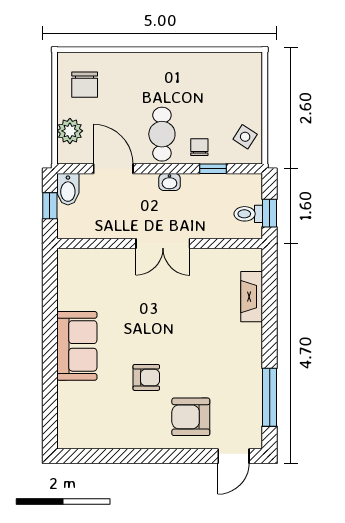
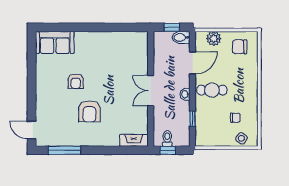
side table: (245, 137) -> (241, 138), moved
chair: (199, 147) -> (235, 118), moved
fireplace: (252, 297) -> (134, 140), moved
sofa: (77, 346) -> (55, 42), moved
armchair: (191, 417) -> (89, 111), moved, turned 180

